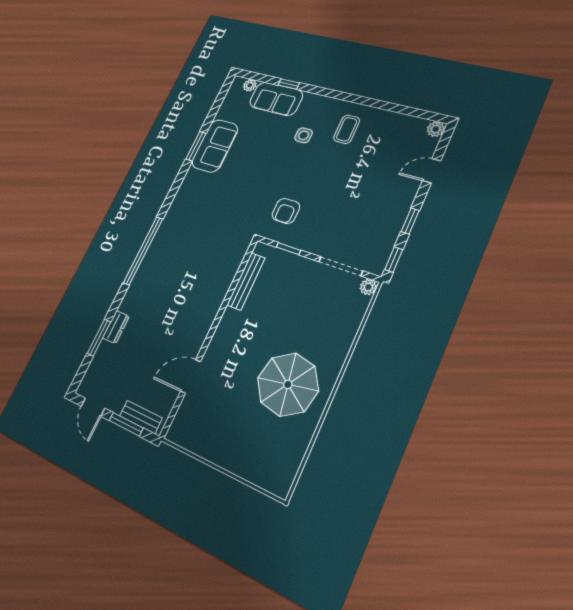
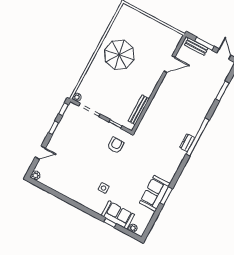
coffee table: (347, 129) -> (80, 186), removed
dresser: (116, 327) -> (187, 143), moved

